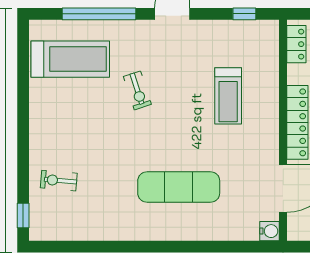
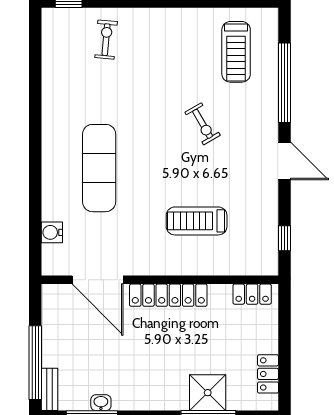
treadmill: (70, 59) -> (236, 52), width x0.73, depth x0.73
exercise bike: (137, 90) -> (203, 124), turned -102
water cooler: (270, 231) -> (52, 232), moved, turned 90

